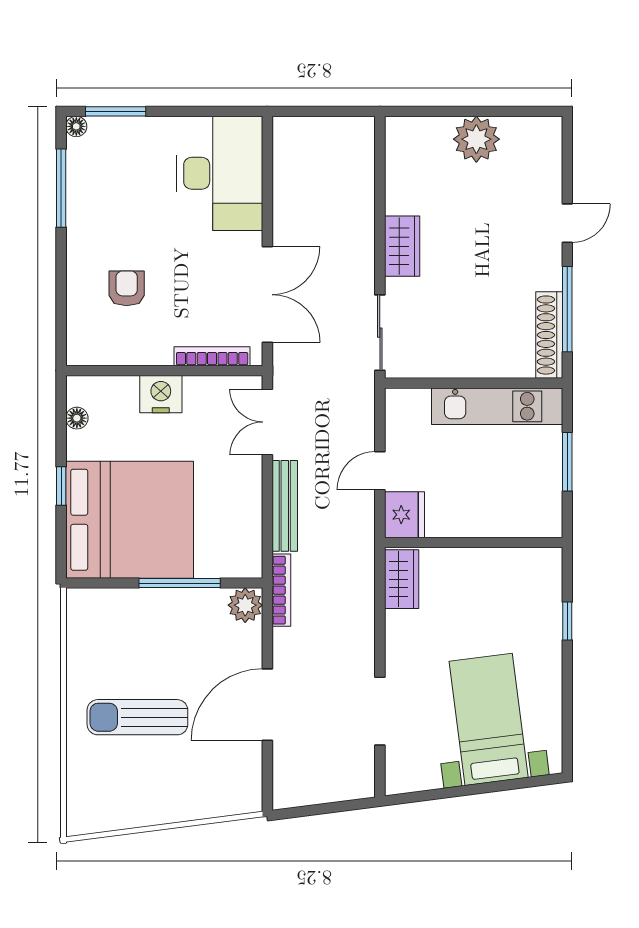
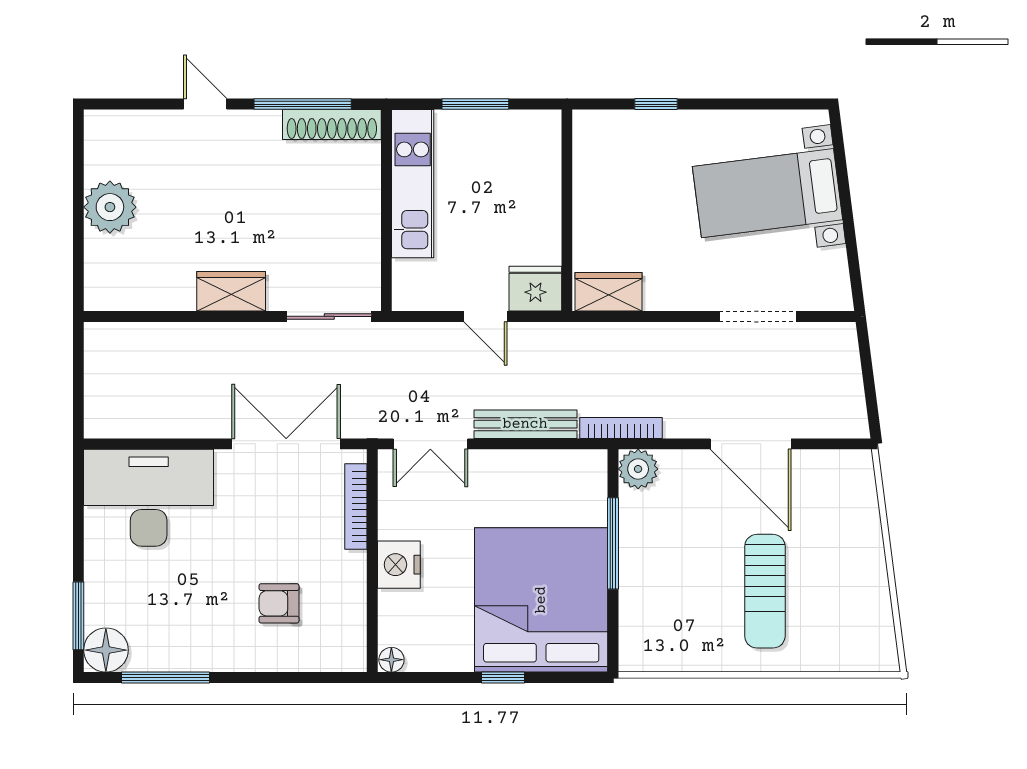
floor lamp: (76, 126) -> (106, 650), width x1.89, depth x1.89
floor lamp: (77, 418) -> (391, 660), moved

